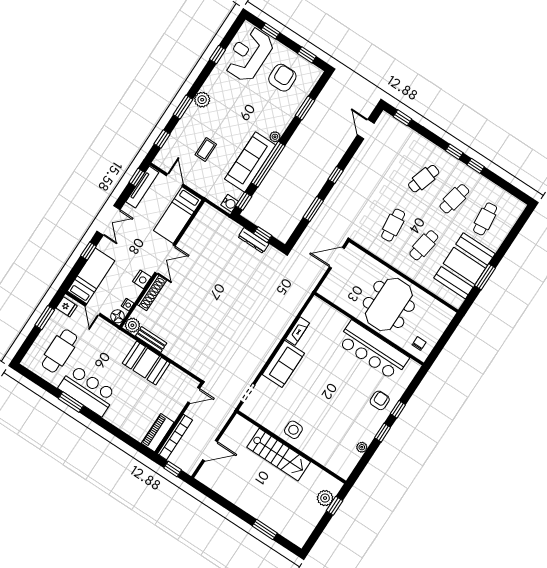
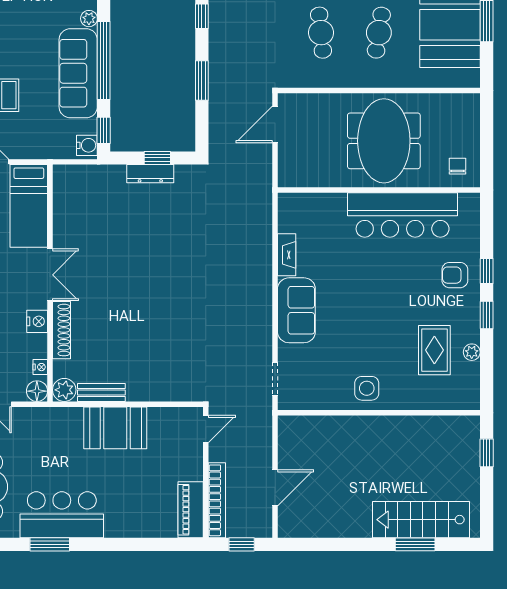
armchair: (380, 400) -> (455, 275), turned -90
rug: (343, 433) -> (434, 350), added
stairs: (279, 455) -> (421, 520), moved, turned 180
plant: (325, 498) -> (467, 451), removed

